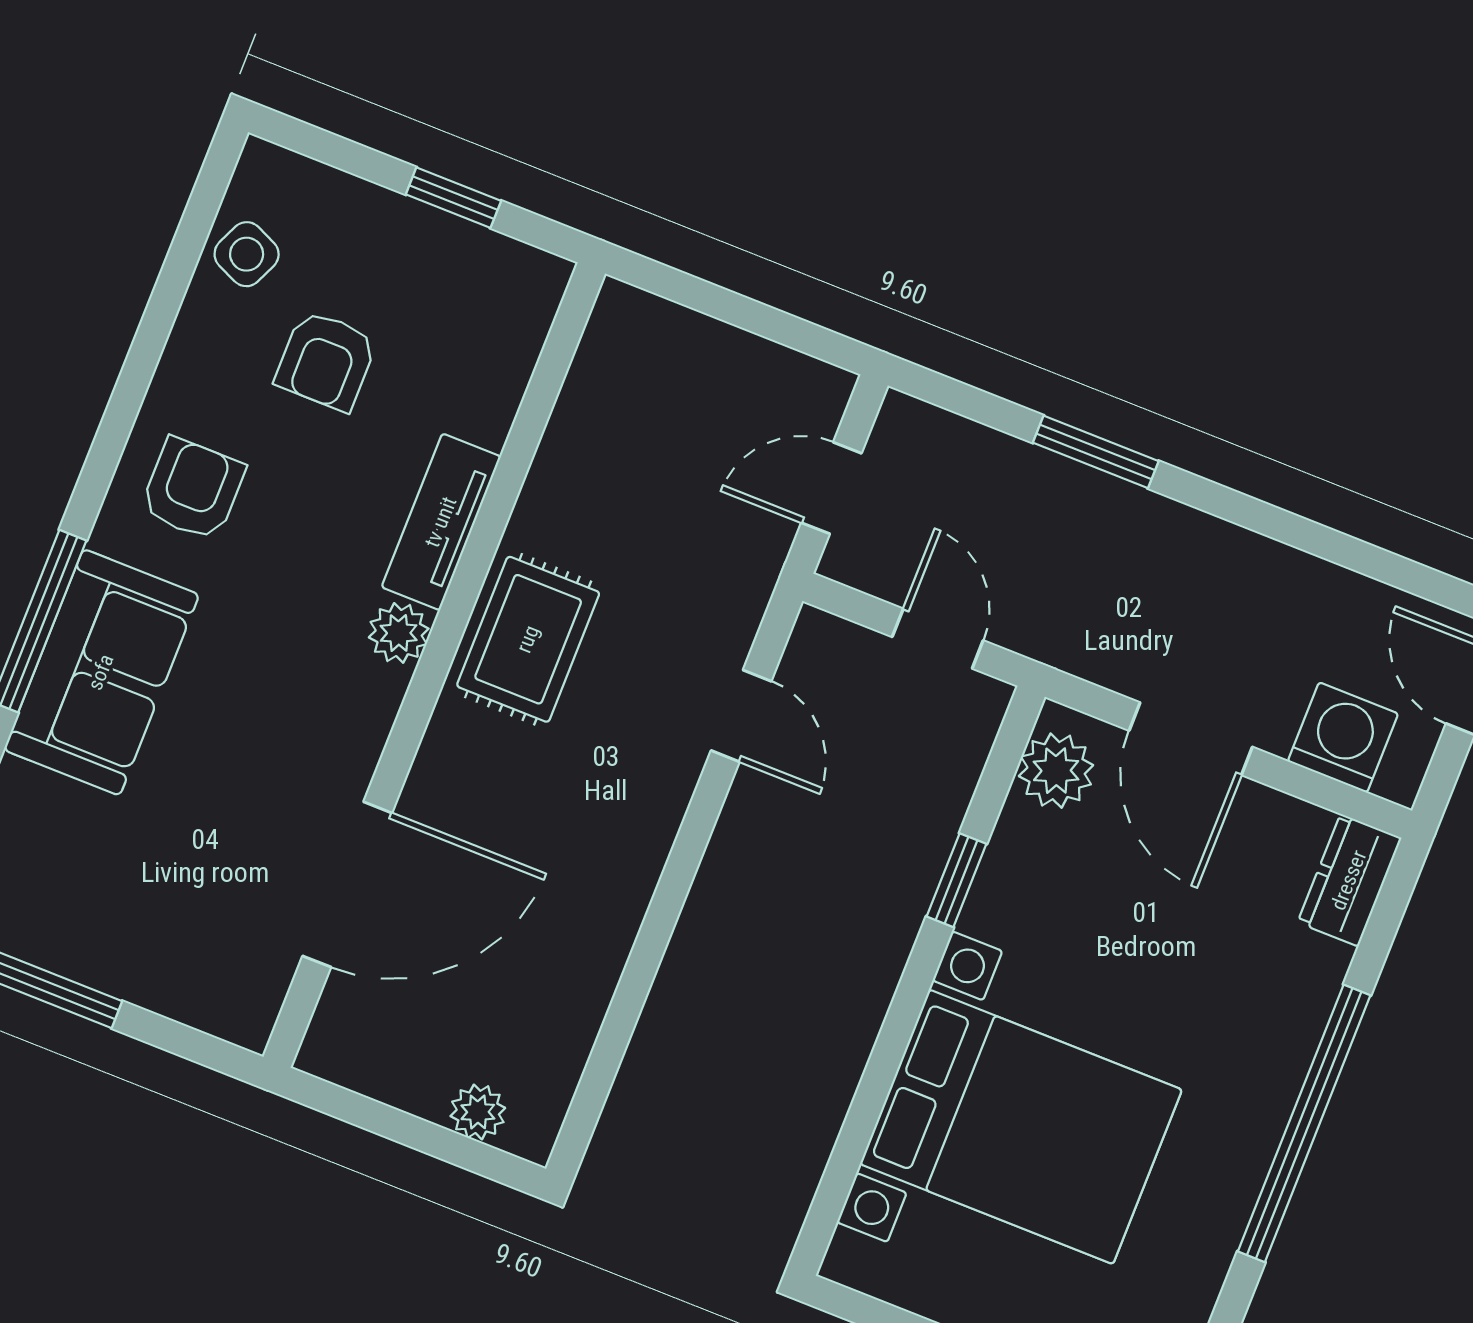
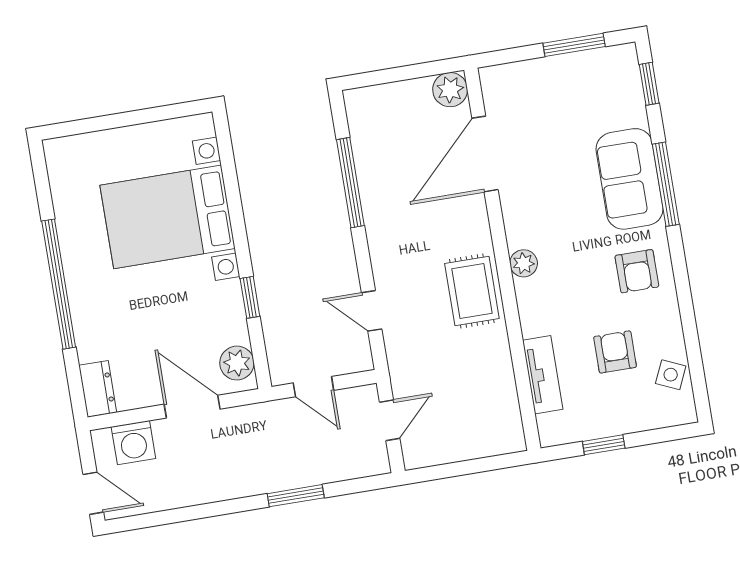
tv unit: (441, 522) -> (543, 375), moved
window: (635, 983) -> (350, 183), added
plant: (478, 1112) -> (450, 90), moved, width x1.38, depth x1.38

